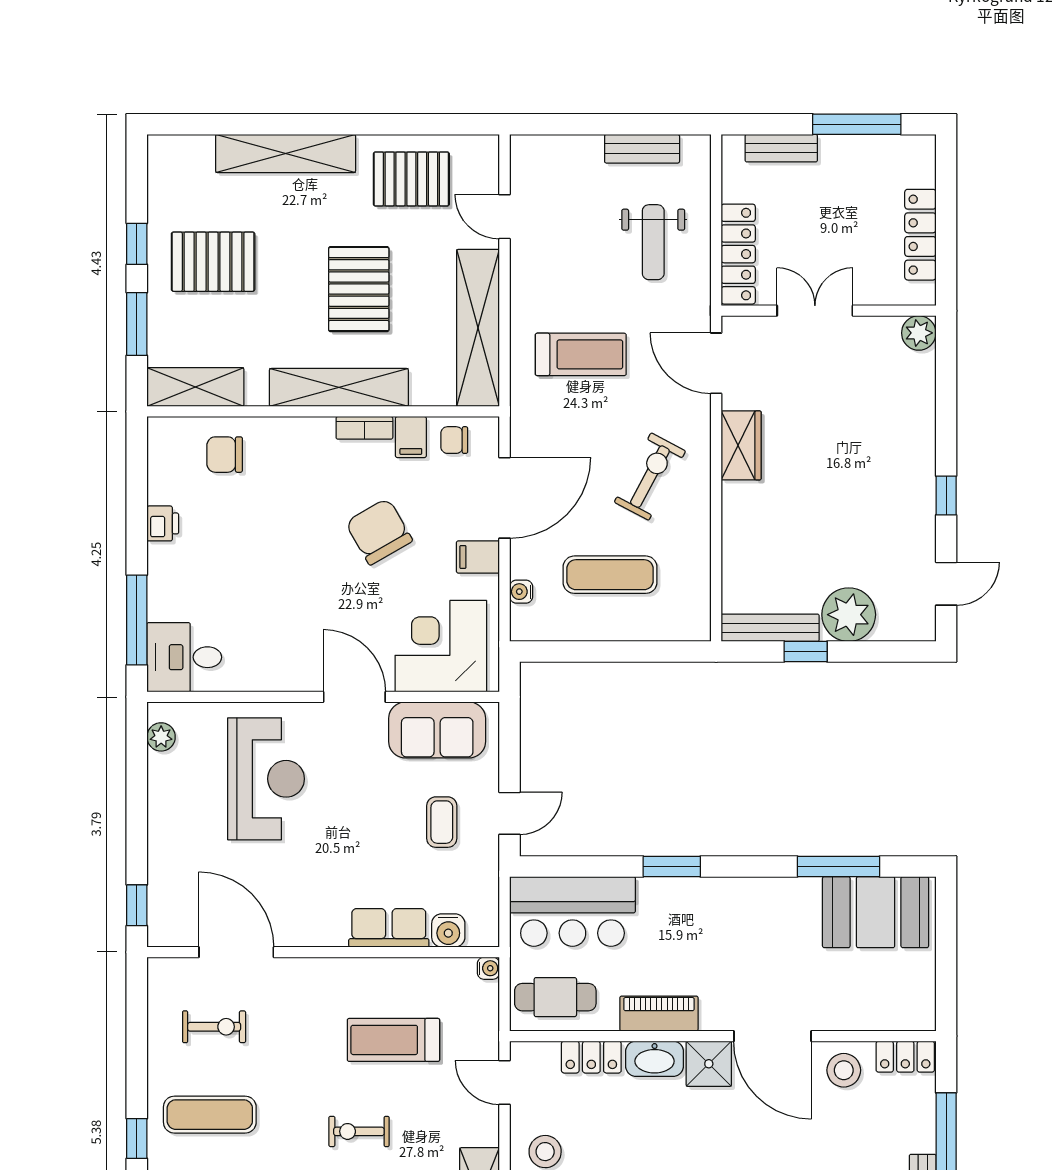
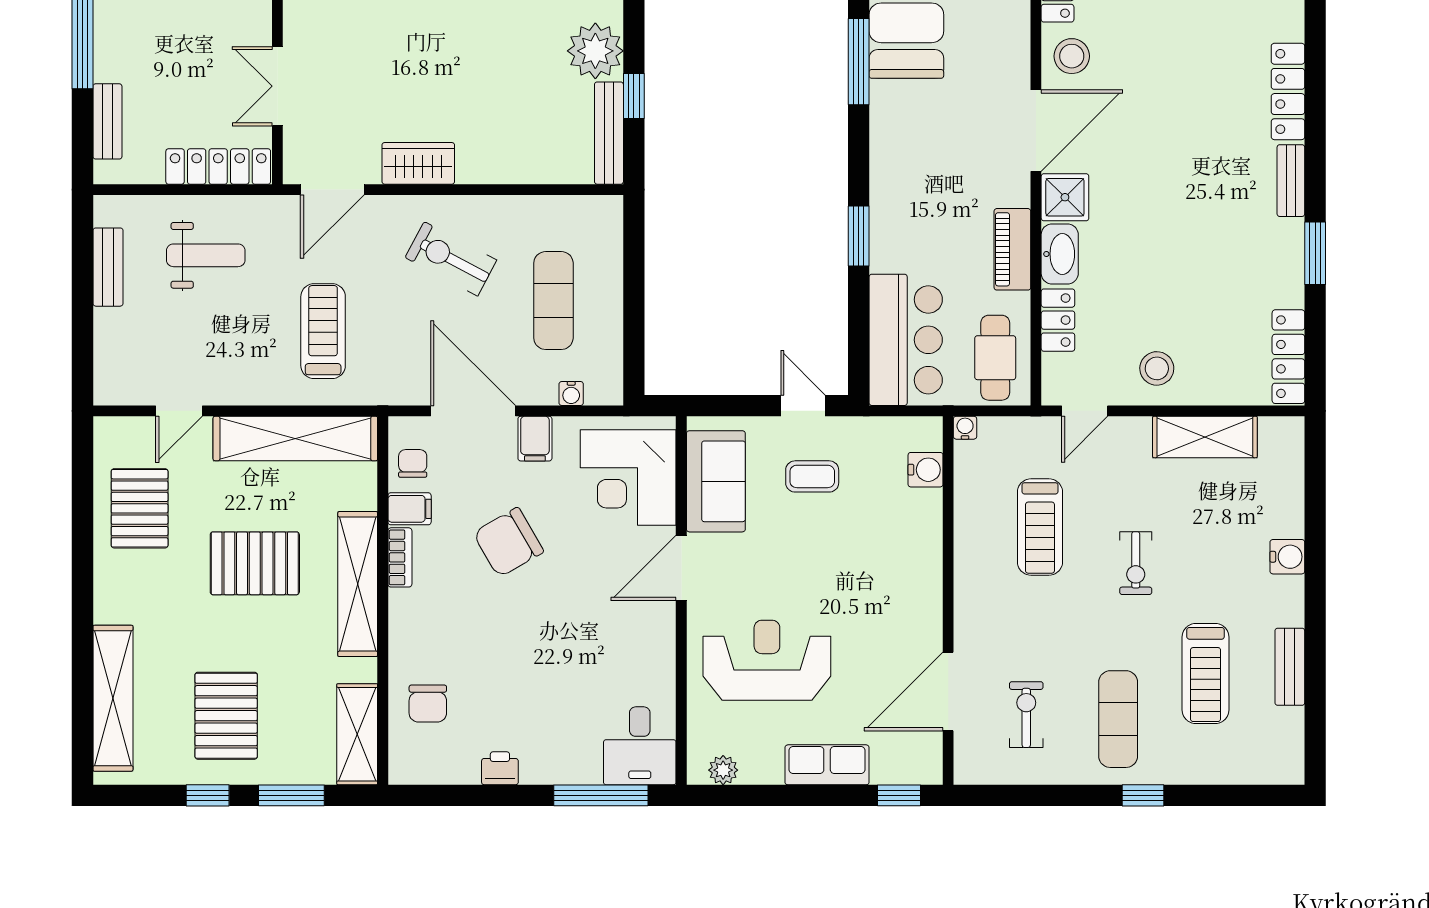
shelving: (286, 153) -> (113, 698), moved
chair: (454, 440) -> (413, 463), turned 180
row of seats: (389, 928) -> (827, 765), moved, turned 90

